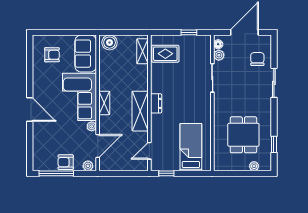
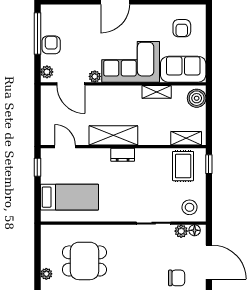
window: (189, 32) -> (209, 164), moved
stool: (199, 48) -> (189, 207), added
shelving: (104, 103) -> (157, 92), moved

